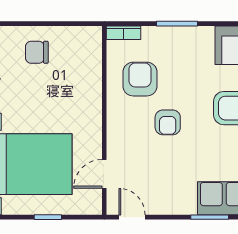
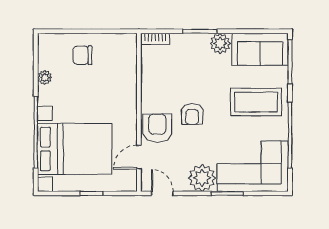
plant: (201, 38) -> (220, 43), added
armchair: (140, 79) -> (157, 128), moved
plant: (180, 199) -> (202, 178), added

